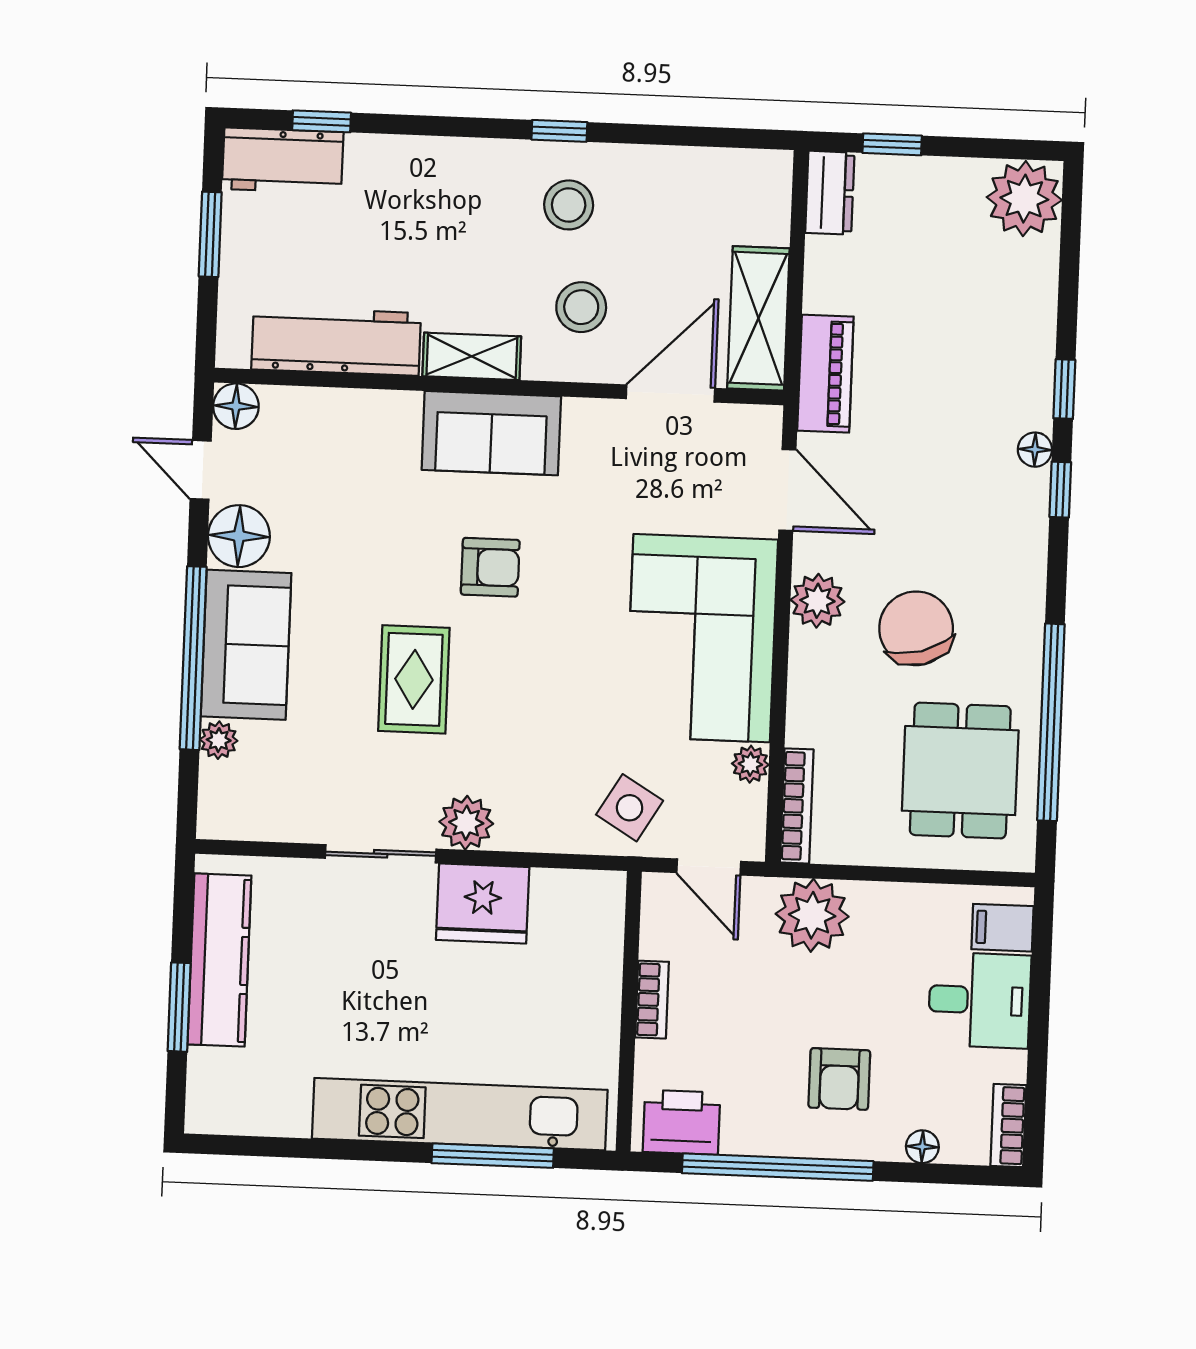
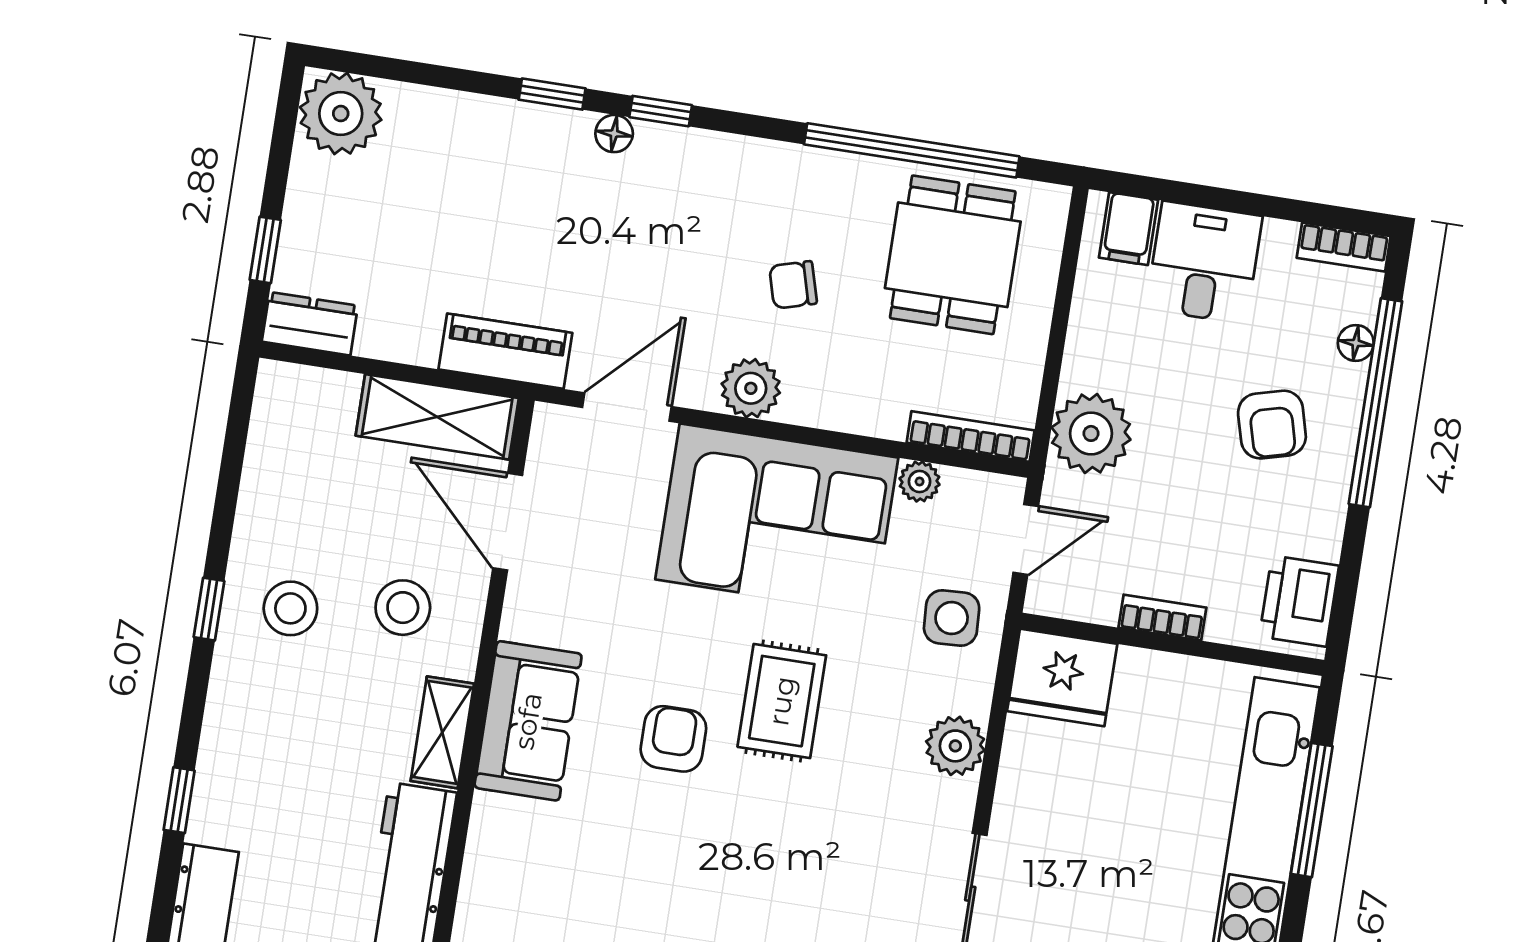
window: (322, 121) -> (179, 800), moved
chair: (916, 628) -> (793, 285), width x0.54, depth x0.54
rug: (414, 679) -> (782, 701), moved, turned 90
dining table: (960, 771) -> (953, 255), turned 90
side table: (630, 808) -> (952, 618), turned -34
plant: (466, 823) -> (955, 746), moved
fridge: (483, 904) -> (1062, 677), moved, turned 90
armchair: (839, 1079) -> (1272, 425), turned 75
window: (778, 1167) -> (1375, 403), moved

